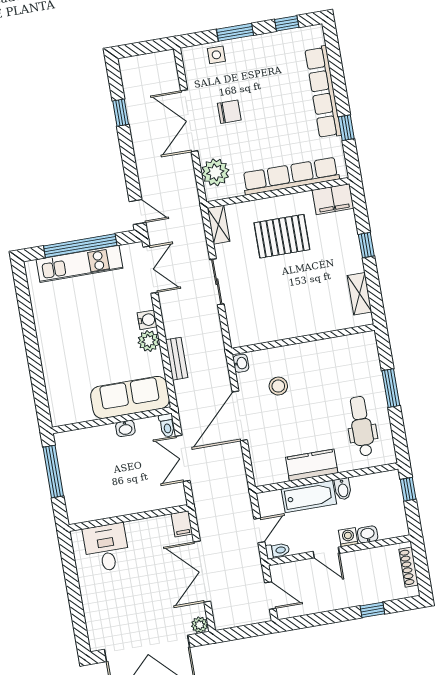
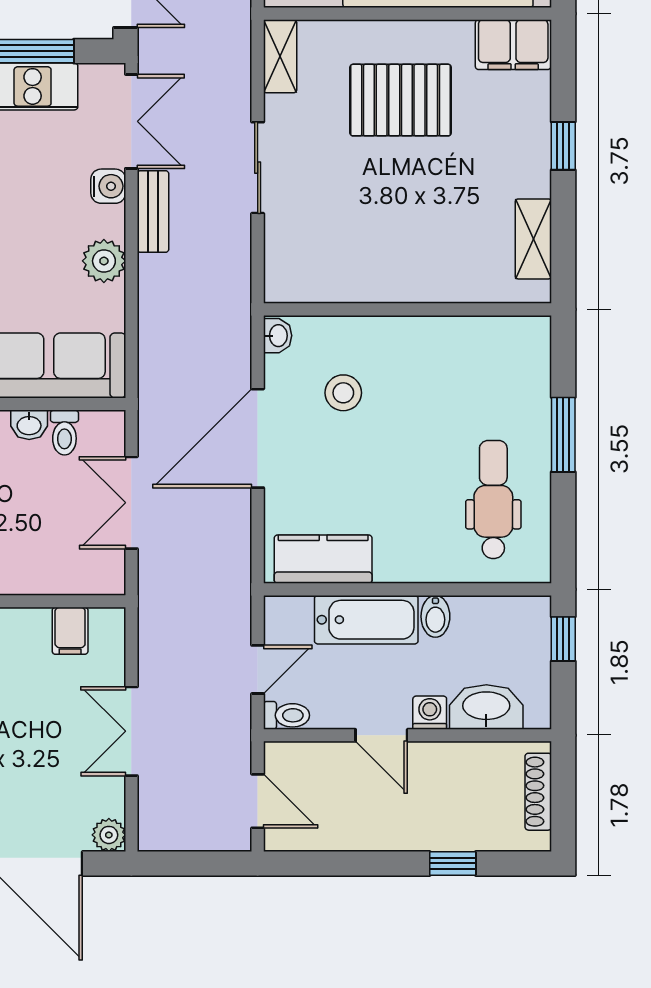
water cooler: (147, 320) -> (108, 186), moved
bench: (177, 359) -> (153, 211), moved
toilet: (167, 425) -> (64, 433), moved
kitchen counter: (312, 465) -> (323, 559), moved
filing cabinet: (182, 524) -> (70, 631), moved
washbasin: (368, 534) -> (486, 707), width x1.91, depth x1.45
double door: (202, 572) -> (131, 731), width x0.73

